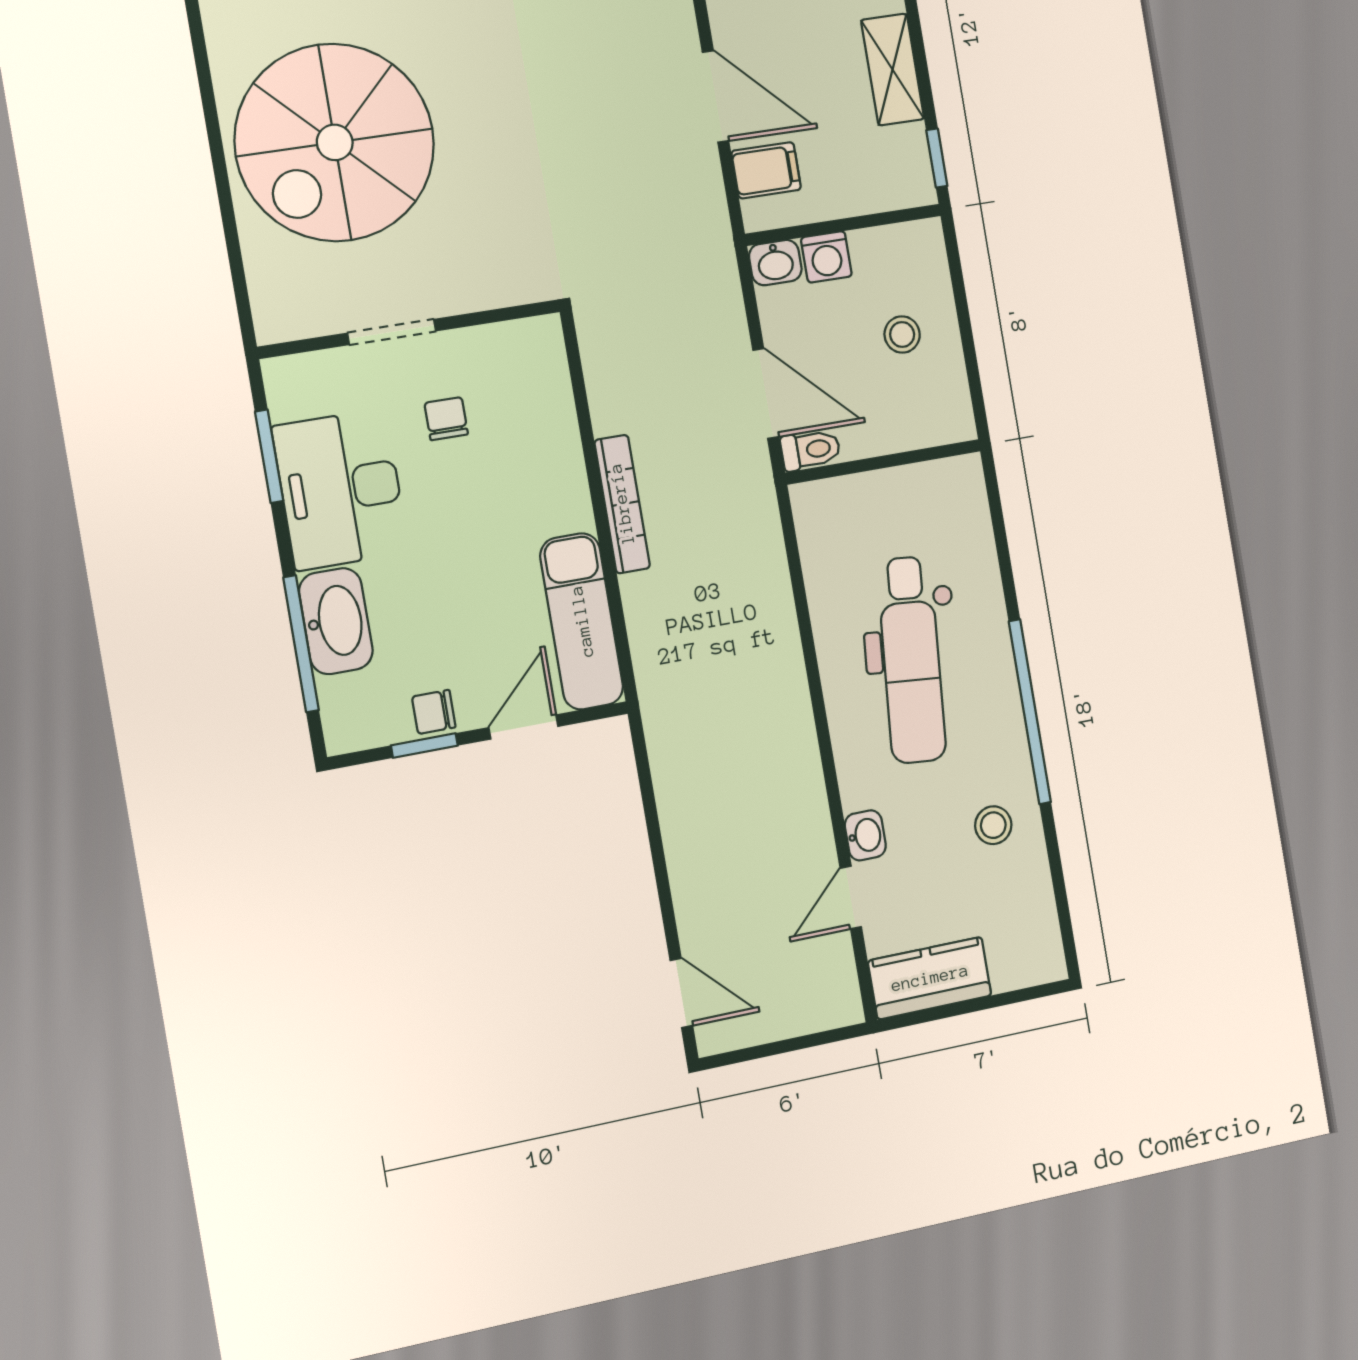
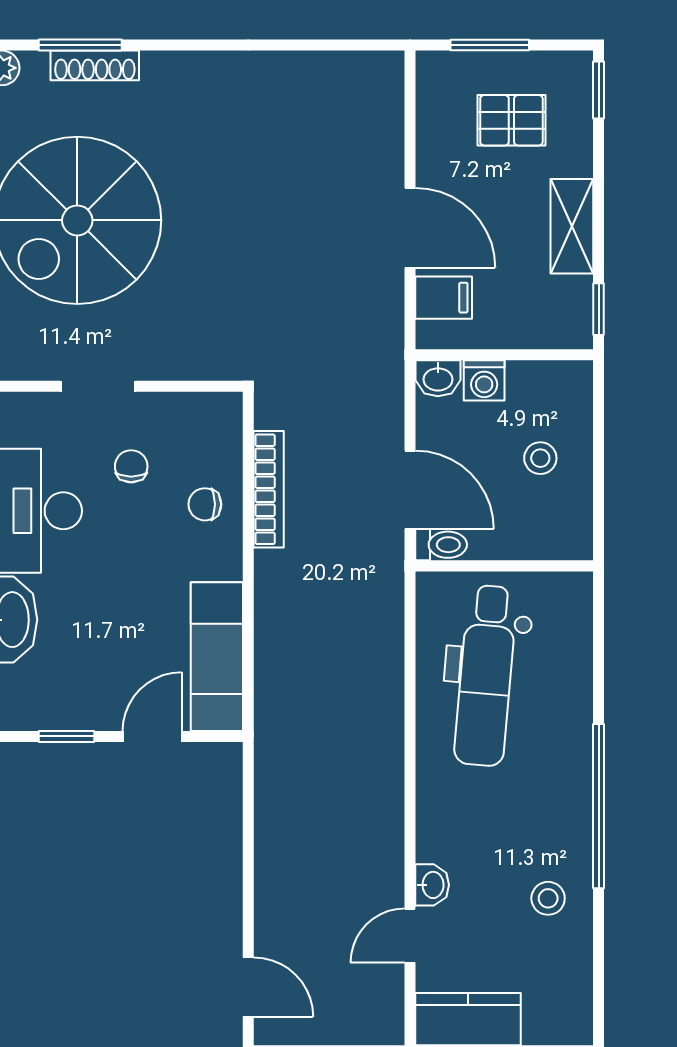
bookcase: (622, 504) -> (269, 489), moved
dental chair: (912, 660) -> (486, 676), moved
chair: (434, 712) -> (205, 504), moved

